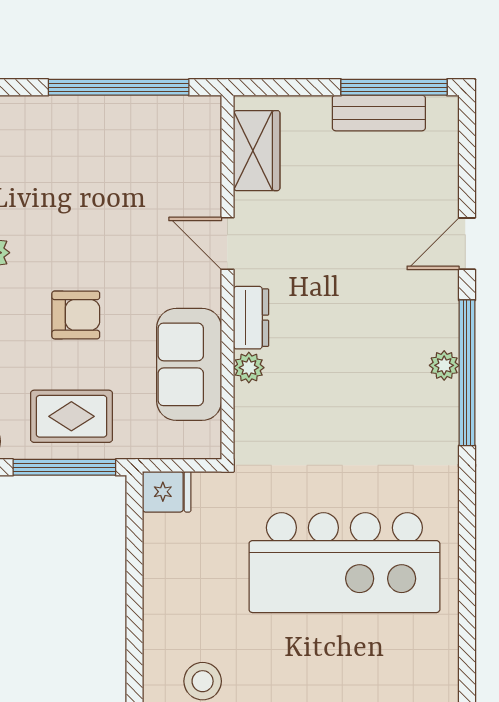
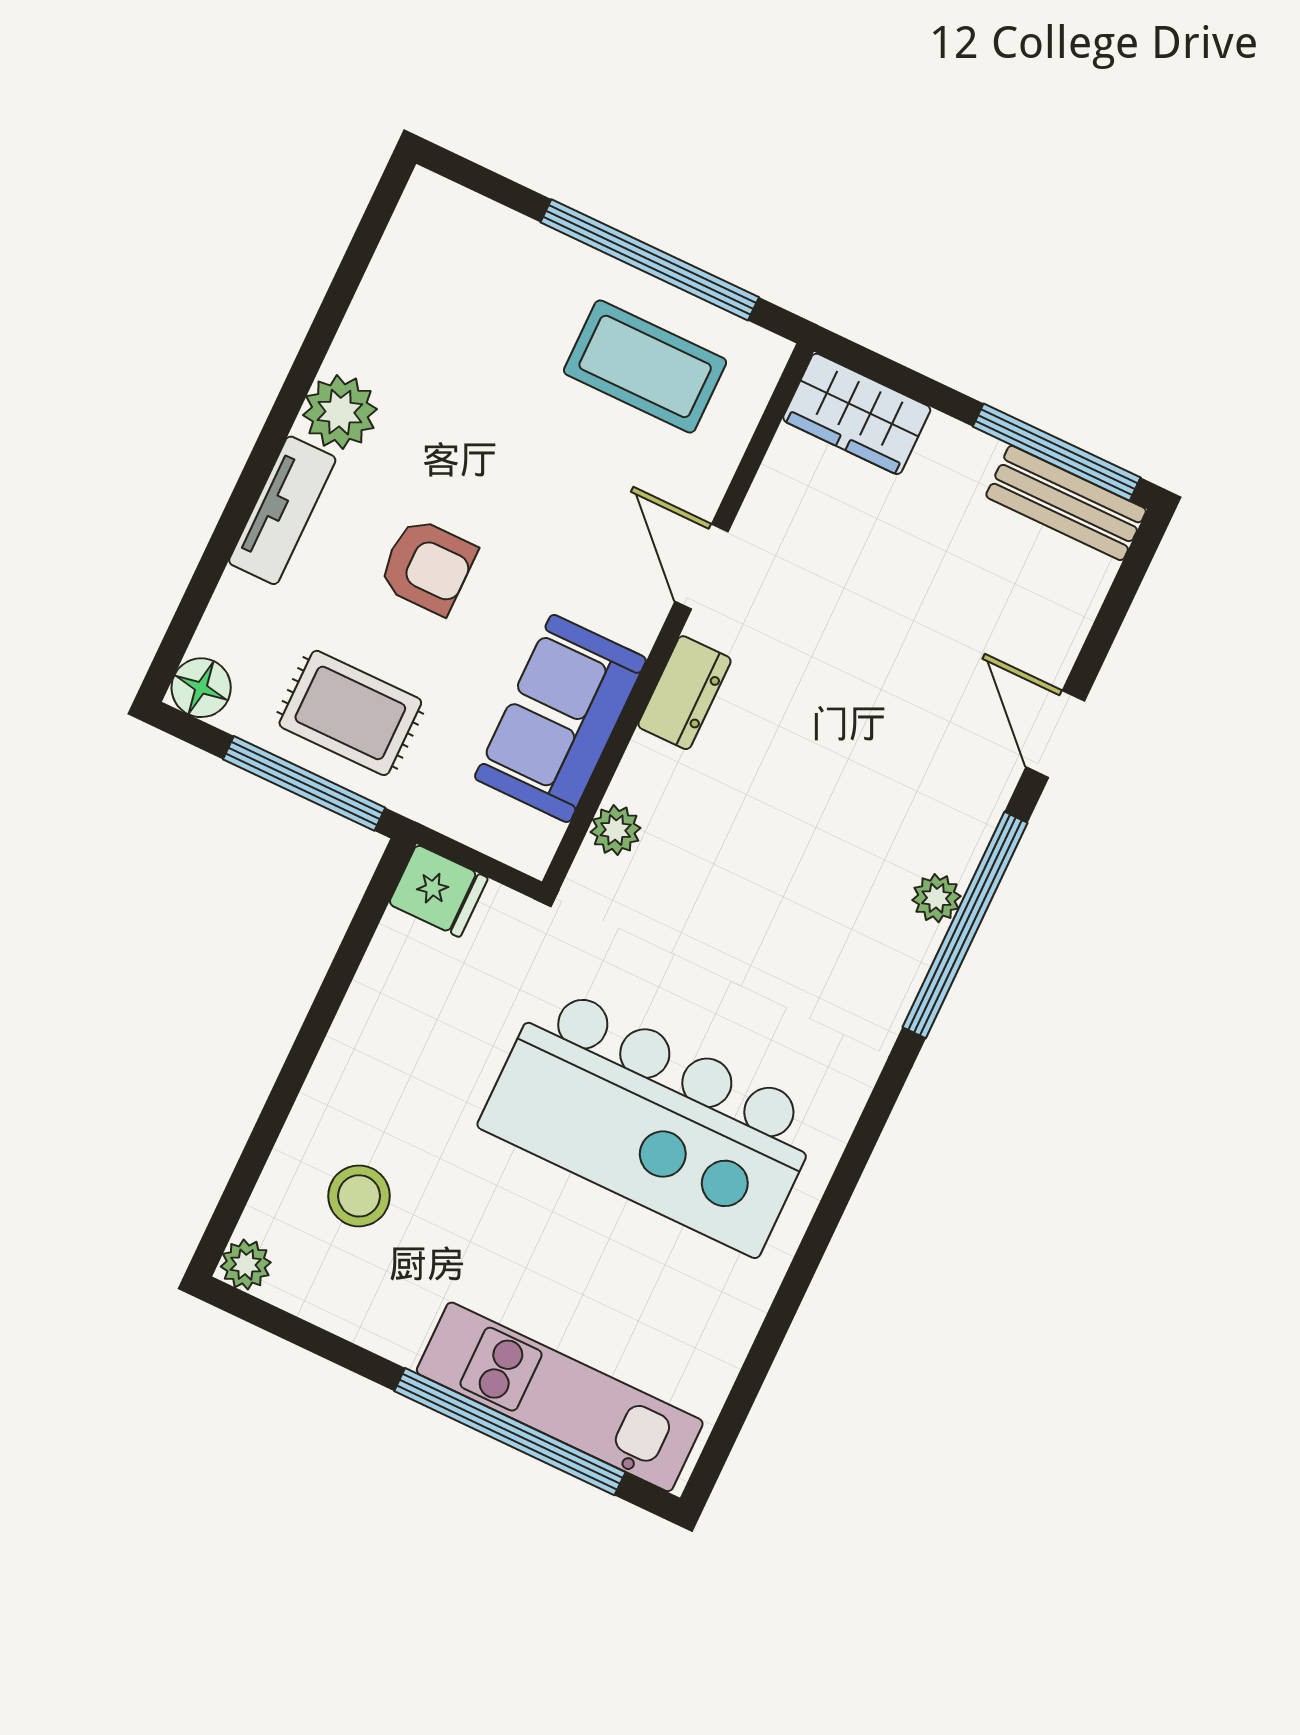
bench: (379, 113) -> (1066, 503), moved
coffee table: (144, 148) -> (645, 366), added
wardrobe: (257, 151) -> (857, 414), moved, turned 90
door: (467, 244) -> (1055, 734), hinge flipped
plant: (249, 368) -> (616, 830), moved

